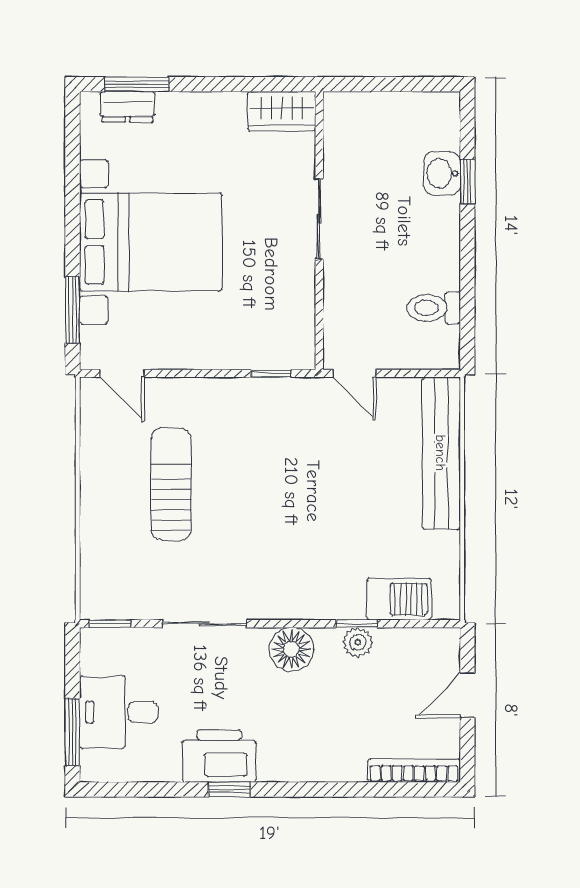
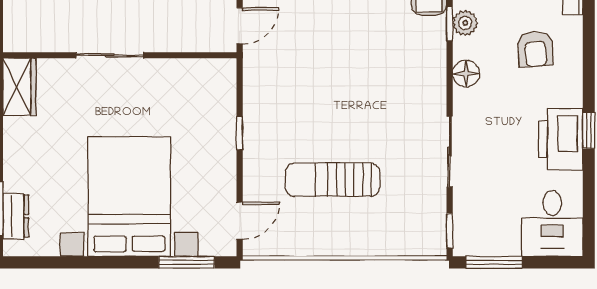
window: (271, 373) -> (240, 133), moved
floor lamp: (291, 649) -> (466, 74), width x0.73, depth x0.73
desk: (119, 712) -> (552, 223), moved
armchair: (326, 726) -> (535, 49), added
window: (72, 732) -> (494, 262), moved

